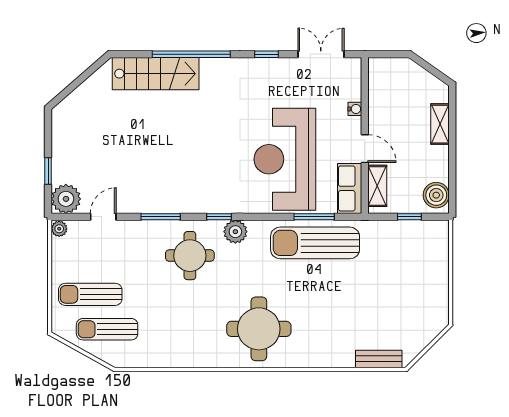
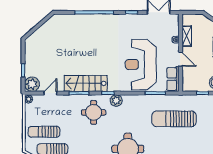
stairs: (156, 74) -> (86, 83), moved, turned 180
shelving: (377, 186) -> (187, 36), moved
sun lounger: (315, 243) -> (174, 119), moved

